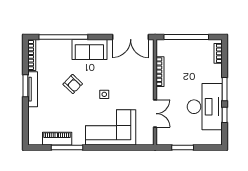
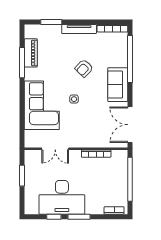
window: (25, 86) -> (51, 22), moved

